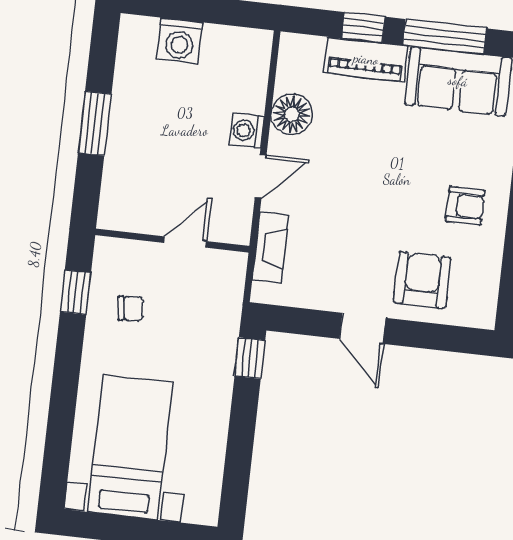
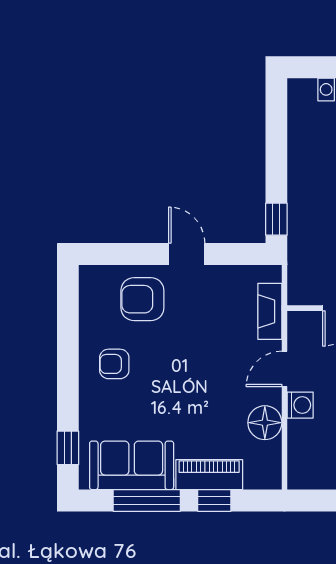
armchair: (422, 280) -> (142, 299), turned 90

